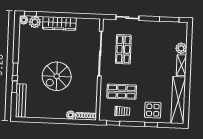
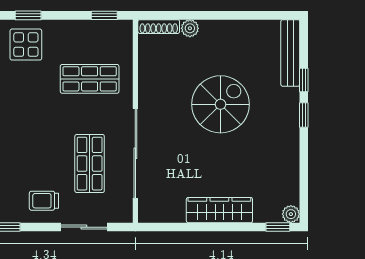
plant: (35, 22) -> (269, 211), removed
trolley: (122, 111) -> (44, 201), moved

